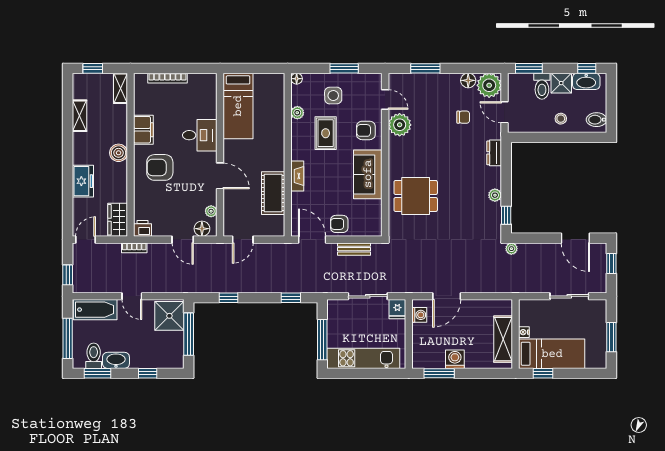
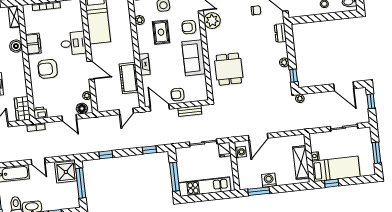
boiler: (119, 153) -> (16, 46), moved
dining table: (416, 196) -> (229, 69), turned 90
door: (243, 240) -> (126, 111), moved

